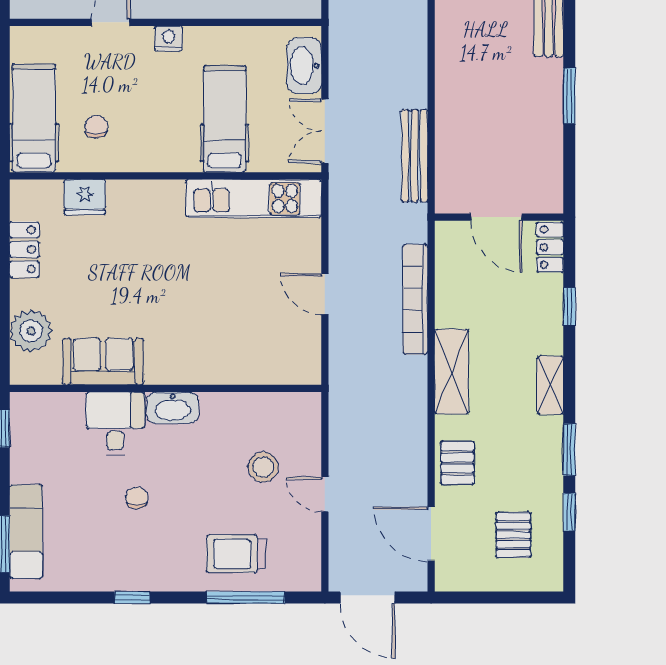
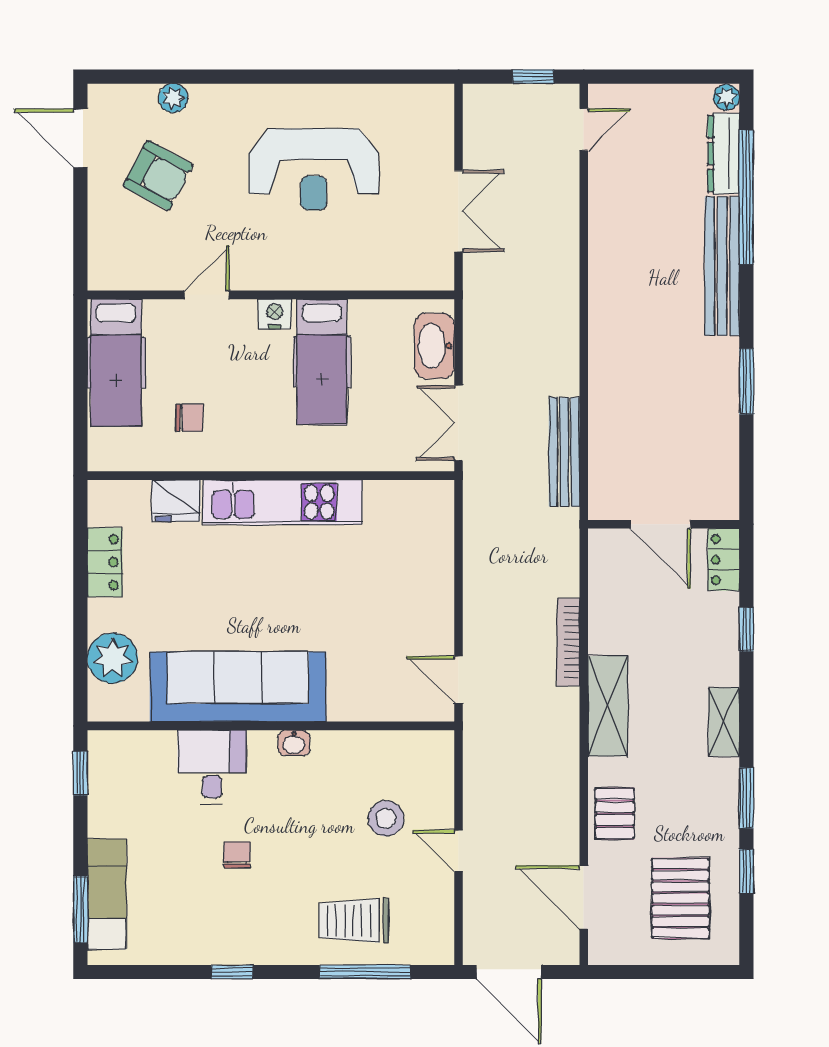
hospital bed: (34, 118) -> (116, 363), moved, turned 180
hospital bed: (225, 119) -> (322, 362), moved, turned 180
chair: (96, 127) -> (189, 418), turned 90
kitchen unit: (254, 198) -> (282, 502), moved
door: (325, 294) -> (459, 680), moved
bookcase: (415, 299) -> (568, 642), width x0.68, depth x0.76
sofa: (103, 361) -> (238, 687), width x1.85, depth x1.27
washbasin: (173, 408) -> (294, 743), width x0.52, depth x0.69
pallet: (513, 535) -> (680, 898), width x1.50, depth x1.42

